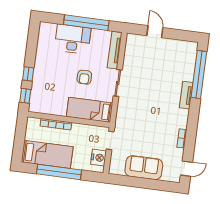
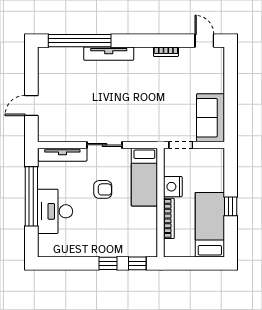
tv unit: (186, 95) -> (109, 54), width x1.41
nightstand: (98, 158) -> (173, 187), moved, turned -90
sofa: (144, 168) -> (211, 118), moved
window: (59, 172) -> (231, 206), width x0.32

